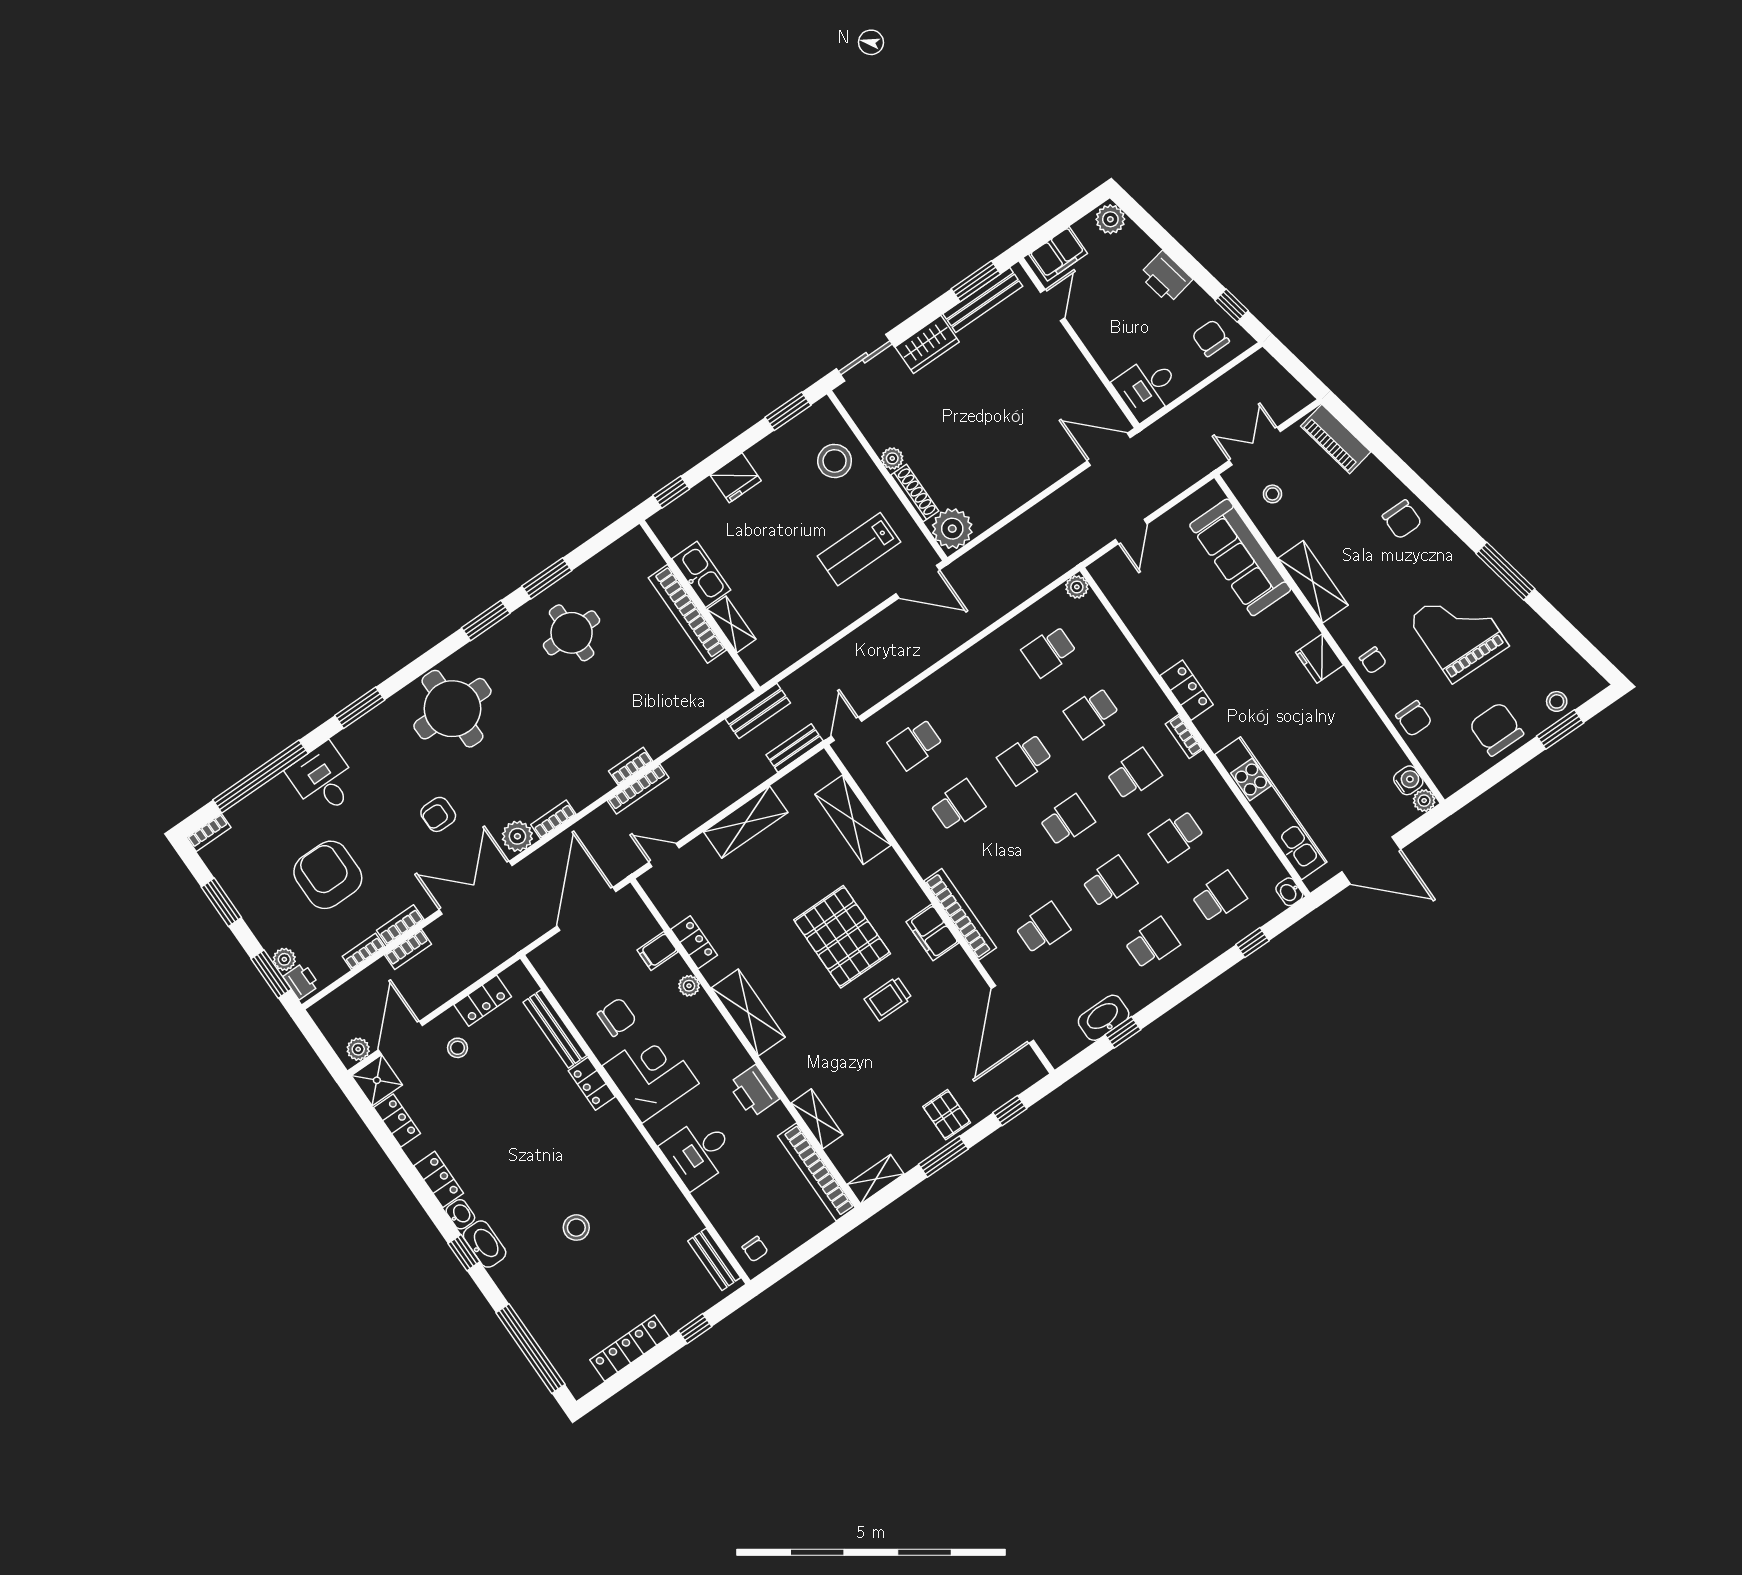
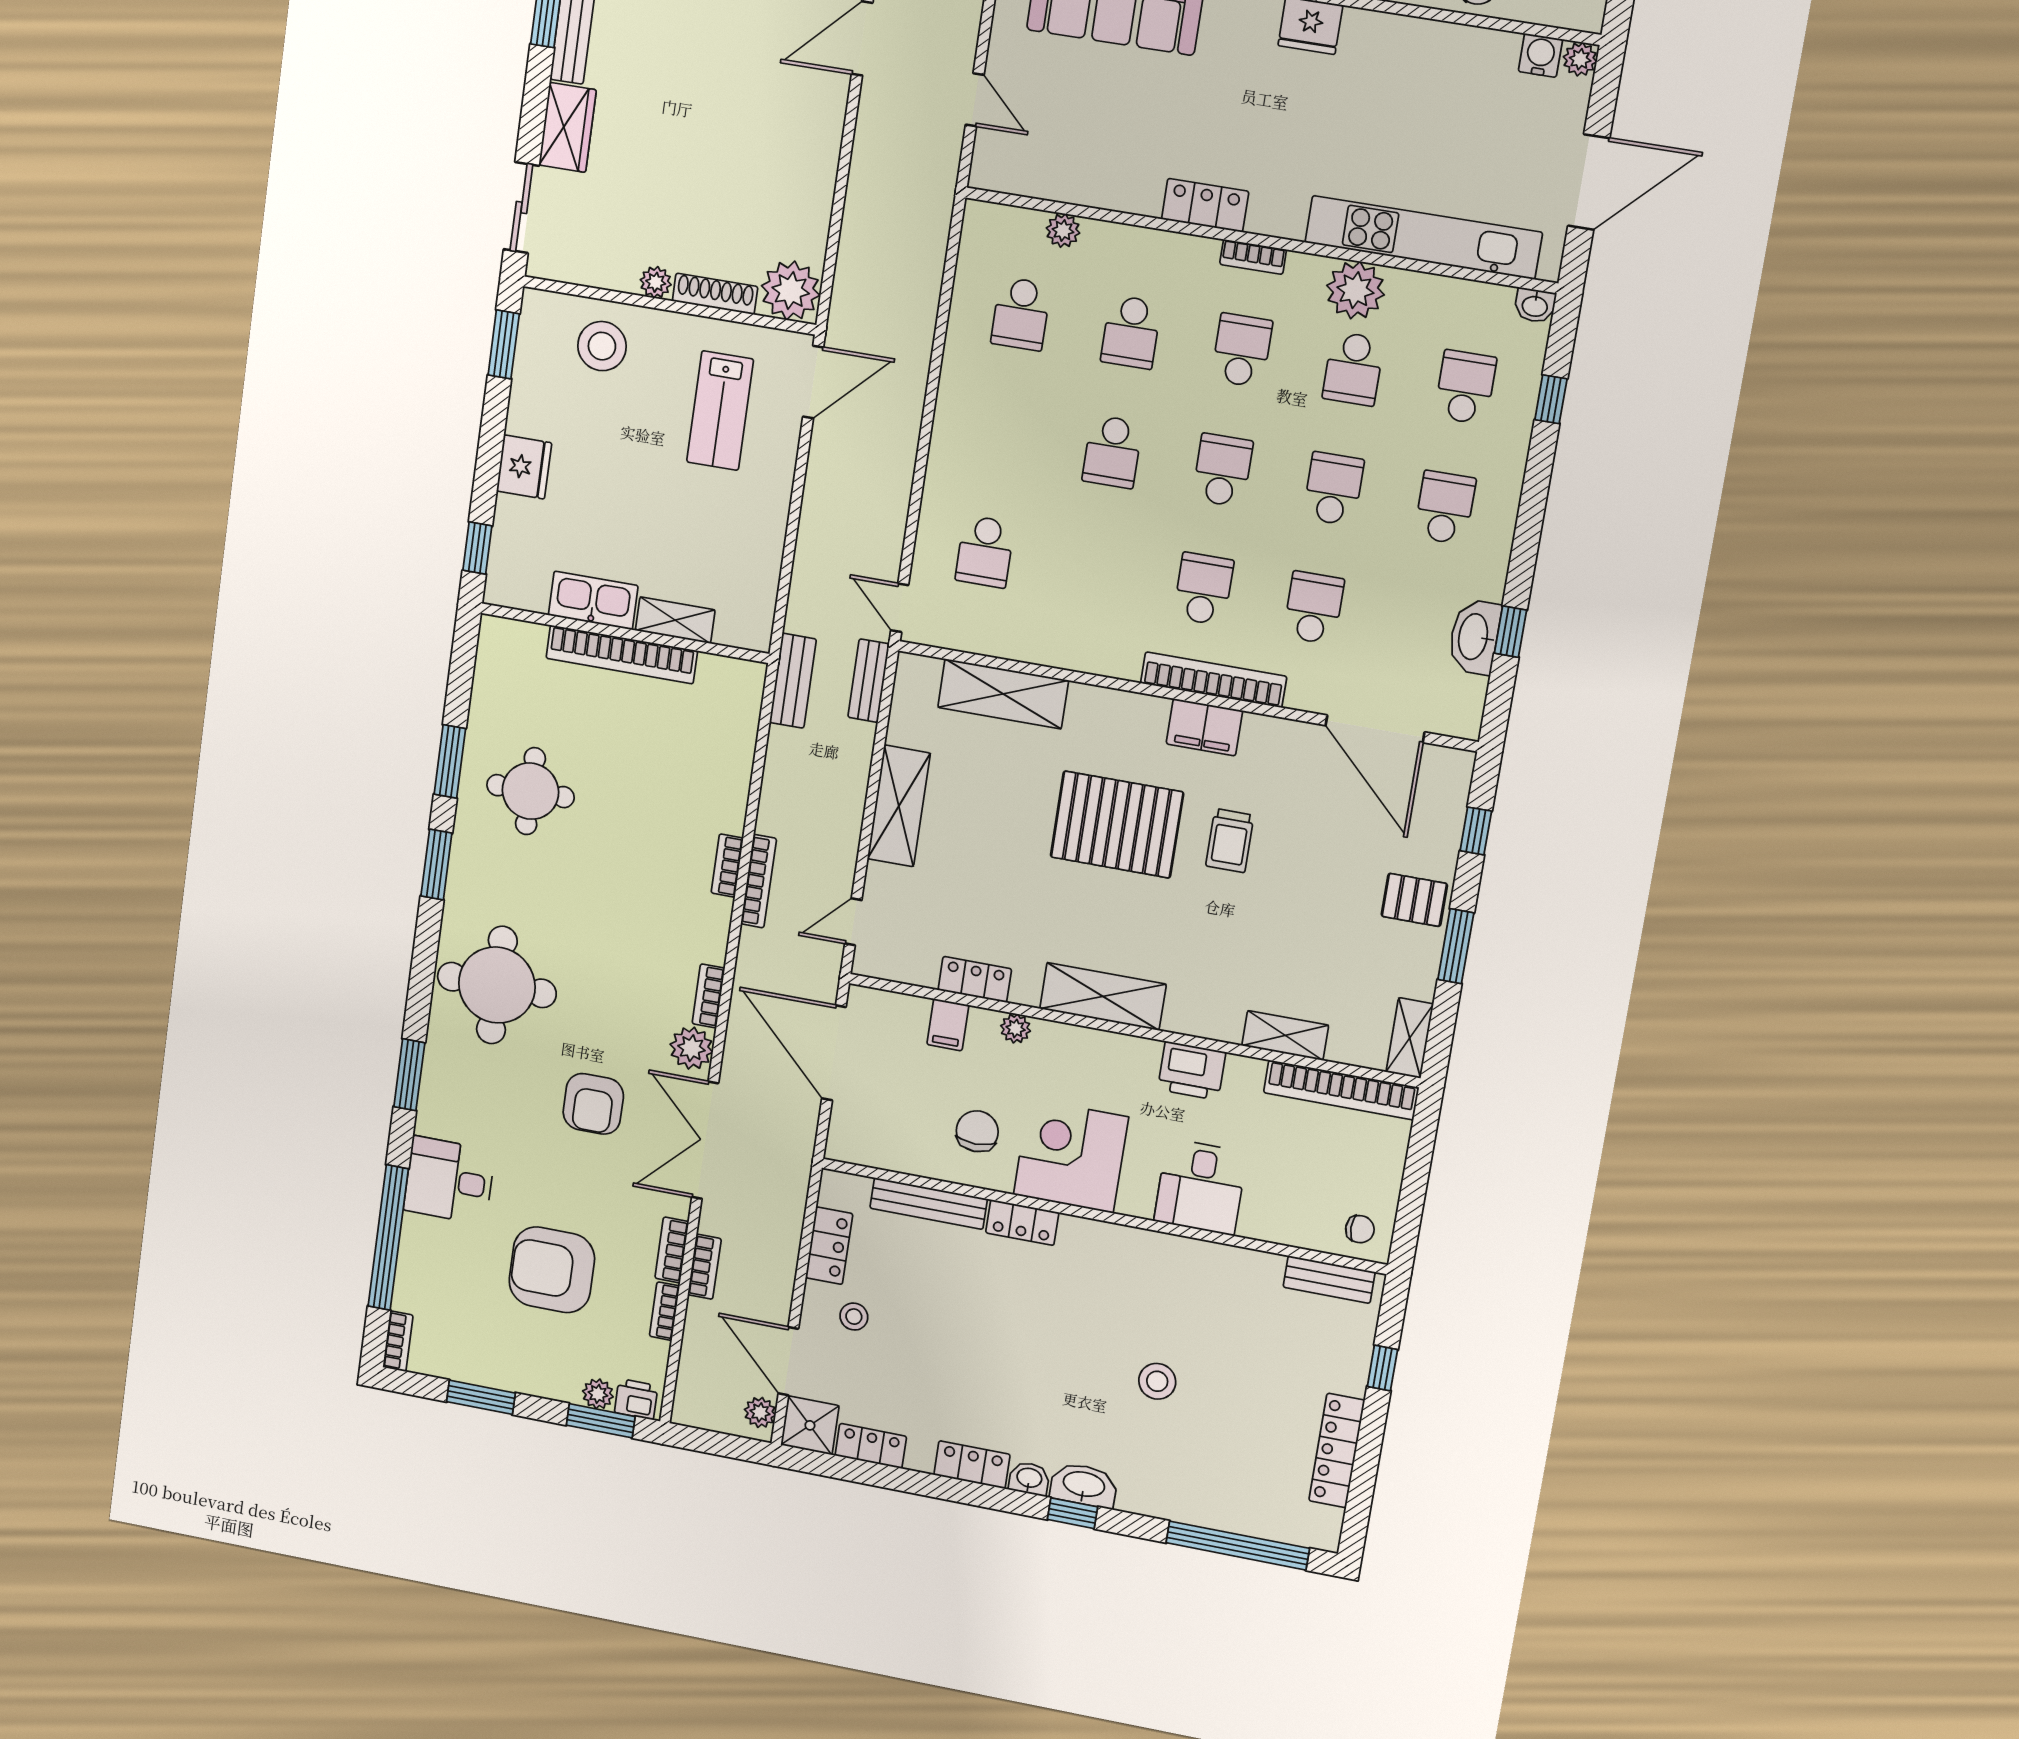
plant: (1077, 587) -> (1063, 231), moved
plant: (1215, 800) -> (1355, 290), added
school desk: (958, 805) -> (1203, 589), moved
armchair: (438, 814) -> (593, 1104), width x1.38, depth x1.38

